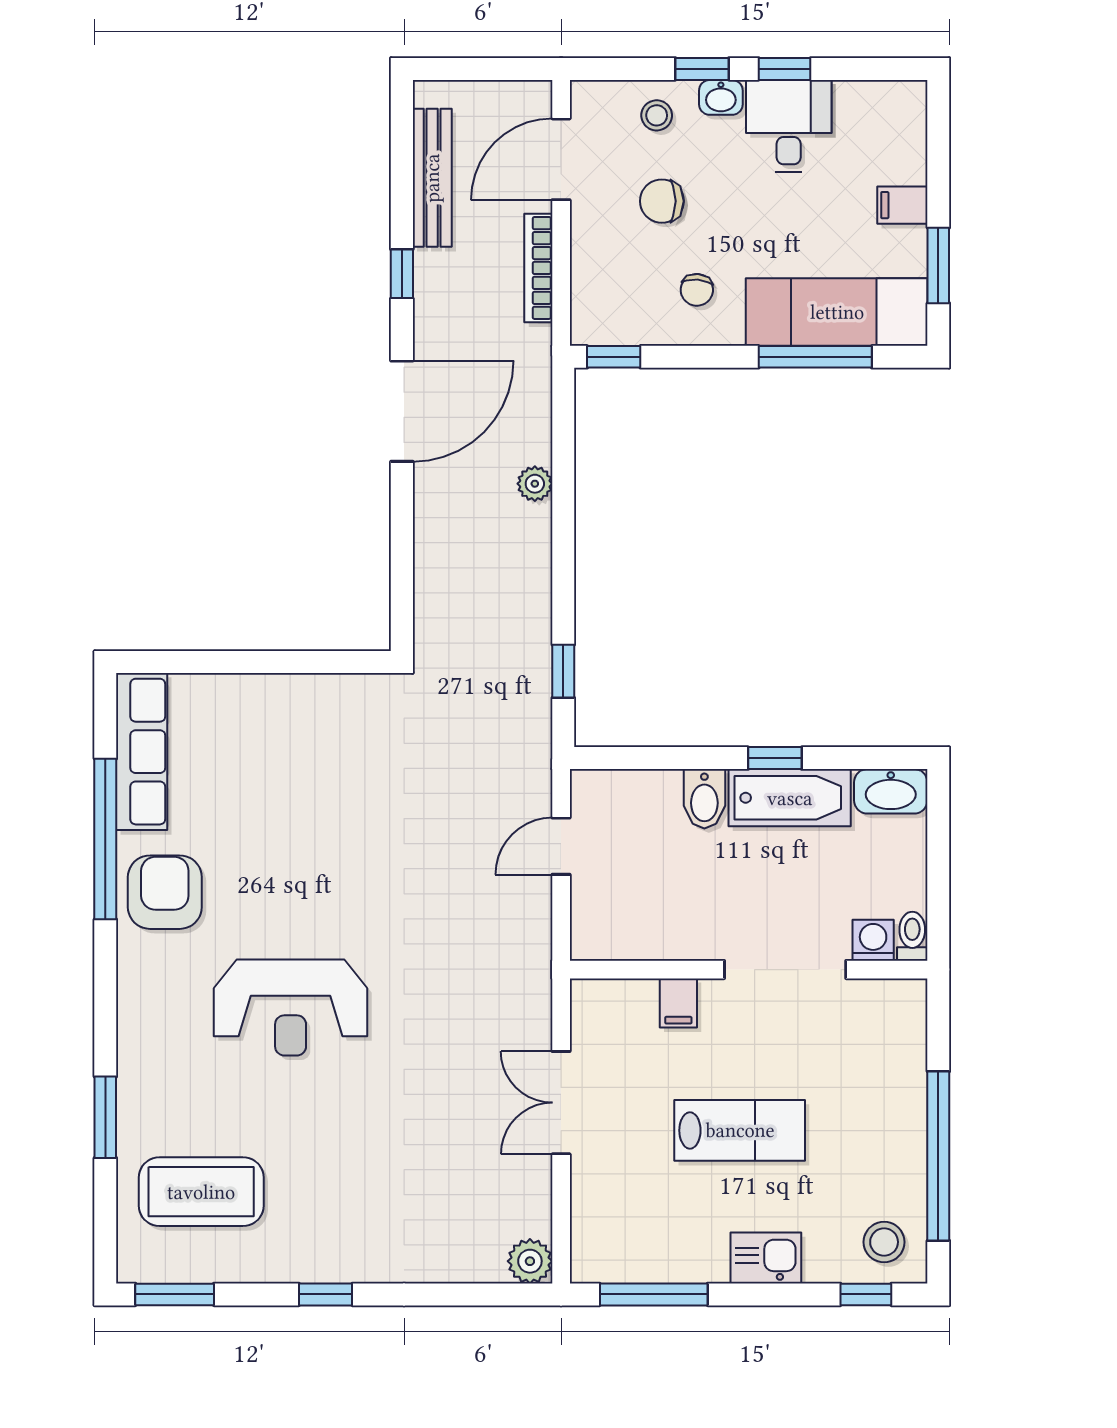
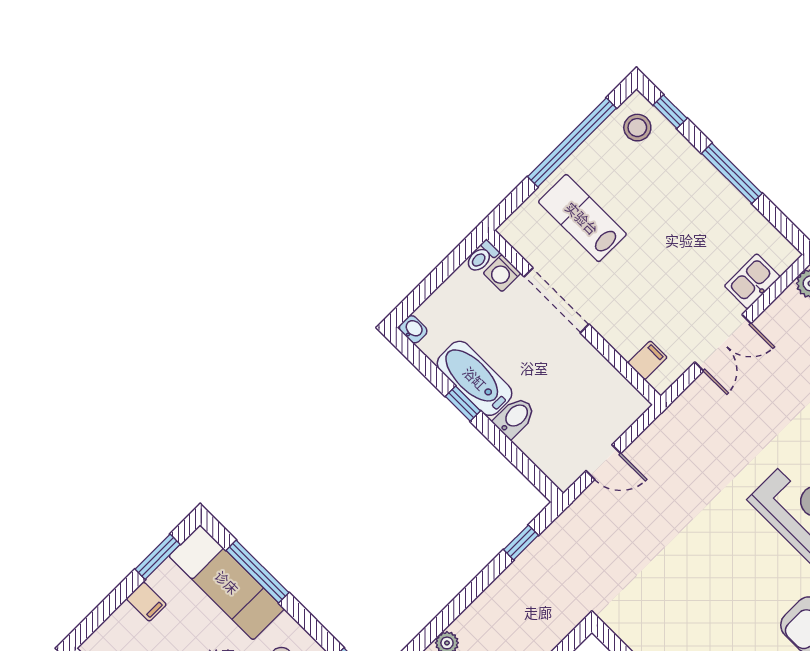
washbasin: (891, 791) -> (413, 329), width x0.52, depth x0.69
filing cabinet: (678, 1003) -> (647, 360), moved
lab bench: (740, 1130) -> (582, 218), moved
kitchen sink: (766, 1258) -> (752, 281), moved, turned 90
window: (654, 1294) -> (732, 173), moved

